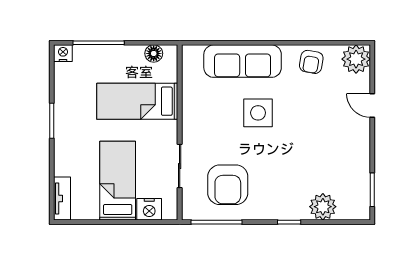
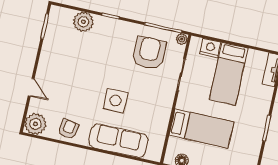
plant: (189, 213) -> (182, 39), added

